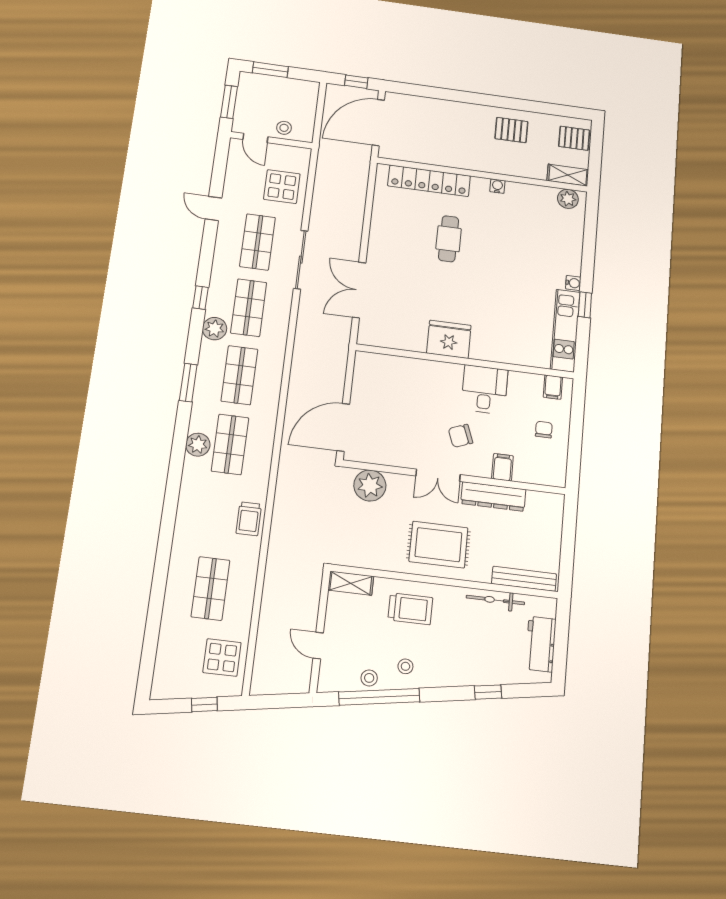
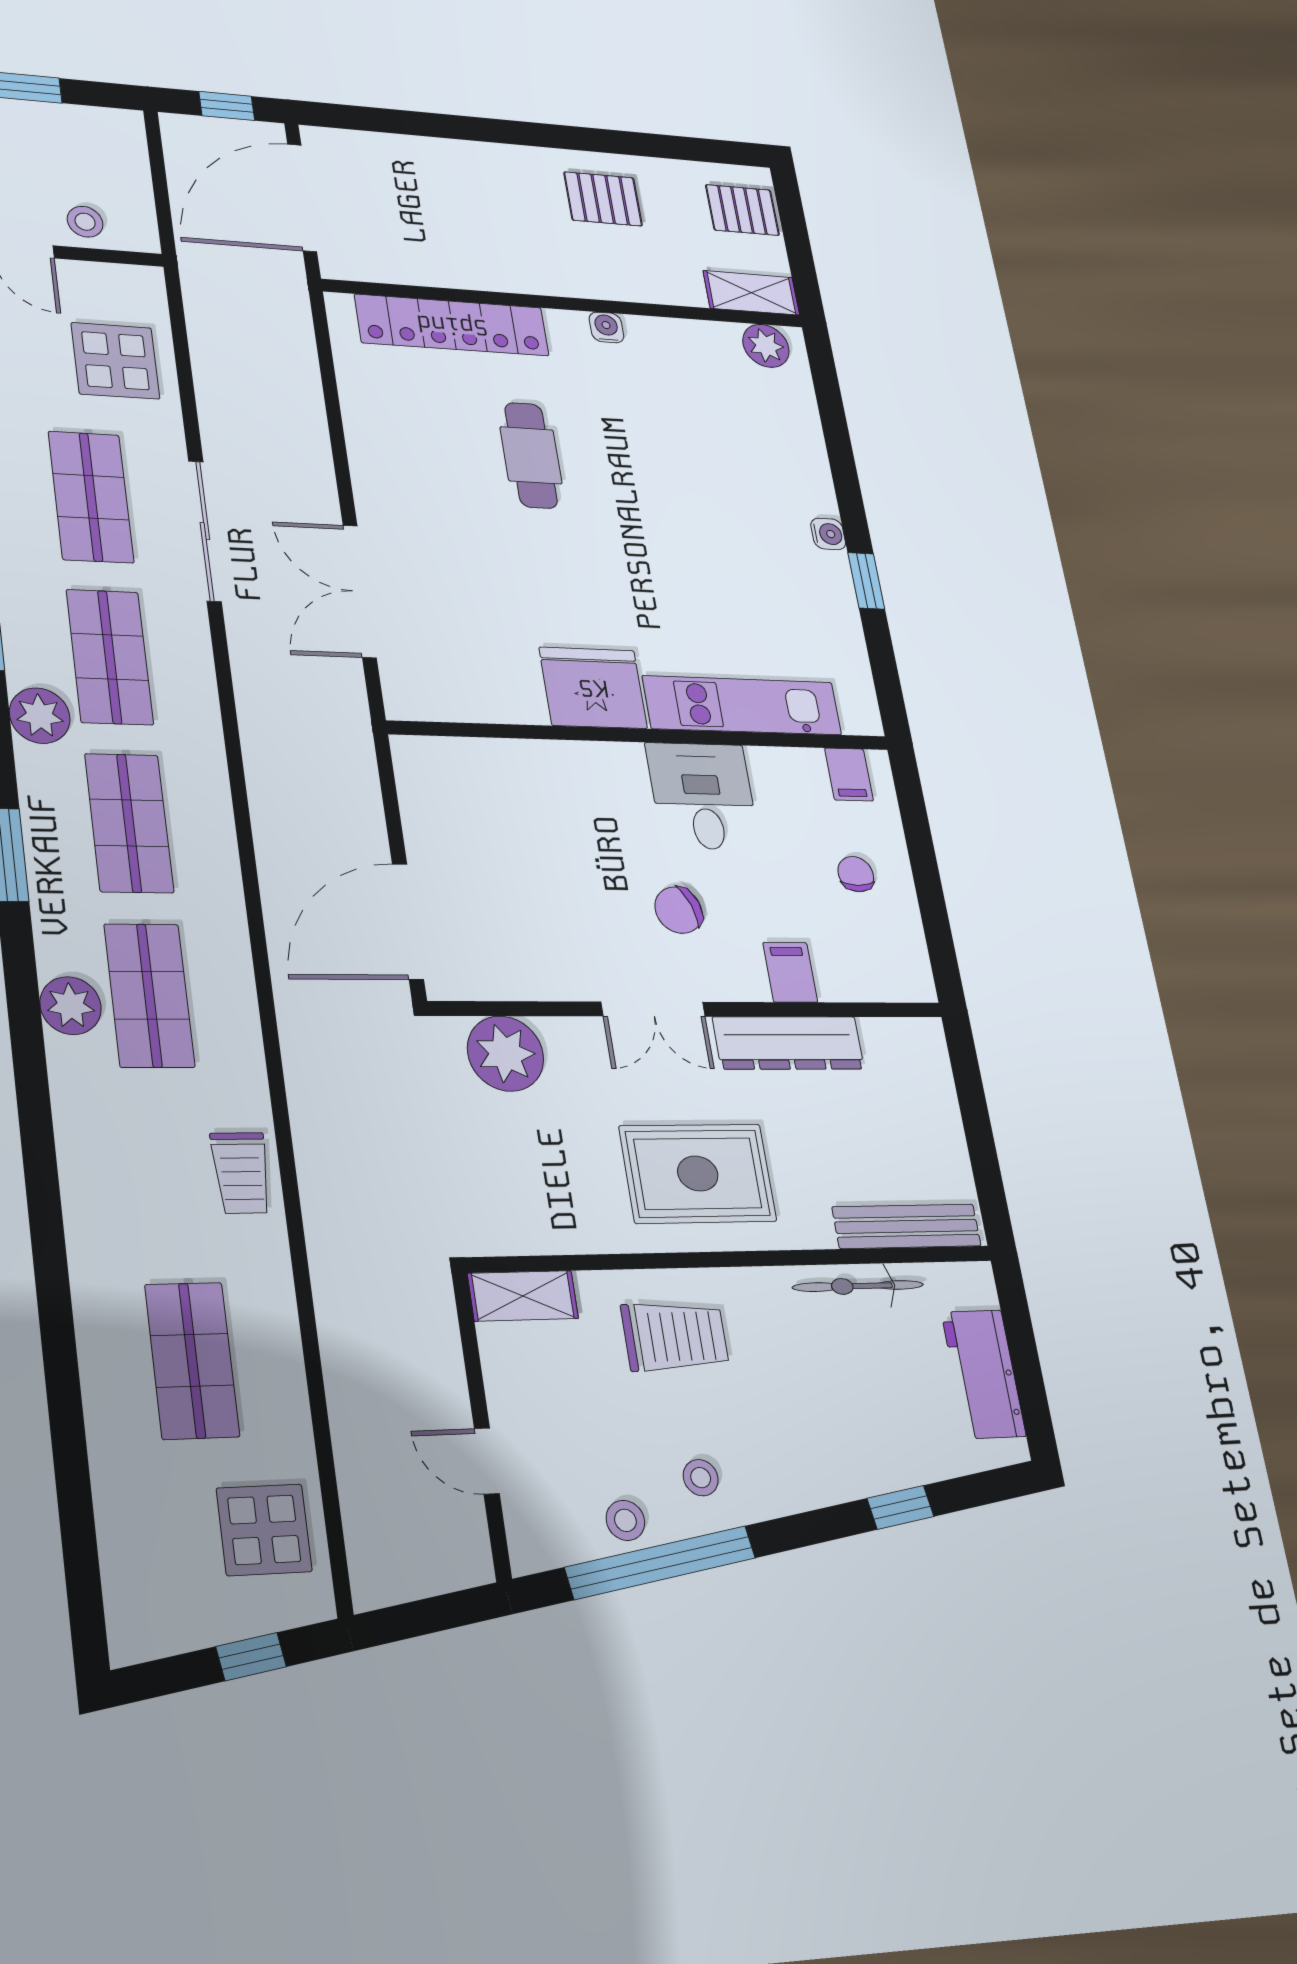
kitchen unit: (565, 331) -> (742, 705), moved, turned 90

